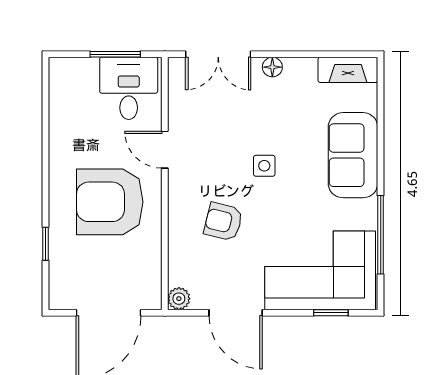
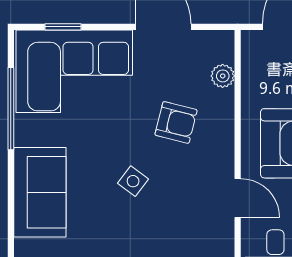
side table: (264, 166) -> (133, 181), turned 37
plant: (179, 299) -> (223, 76), moved

